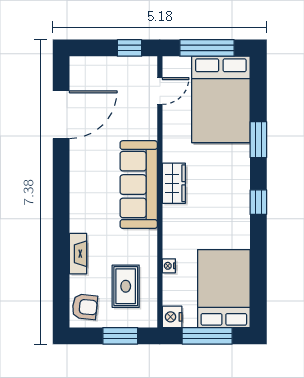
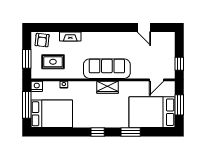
window: (207, 48) -> (179, 105), width x0.69
door: (160, 91) -> (156, 80), hinge flipped
door: (61, 115) -> (144, 28), width x0.53

